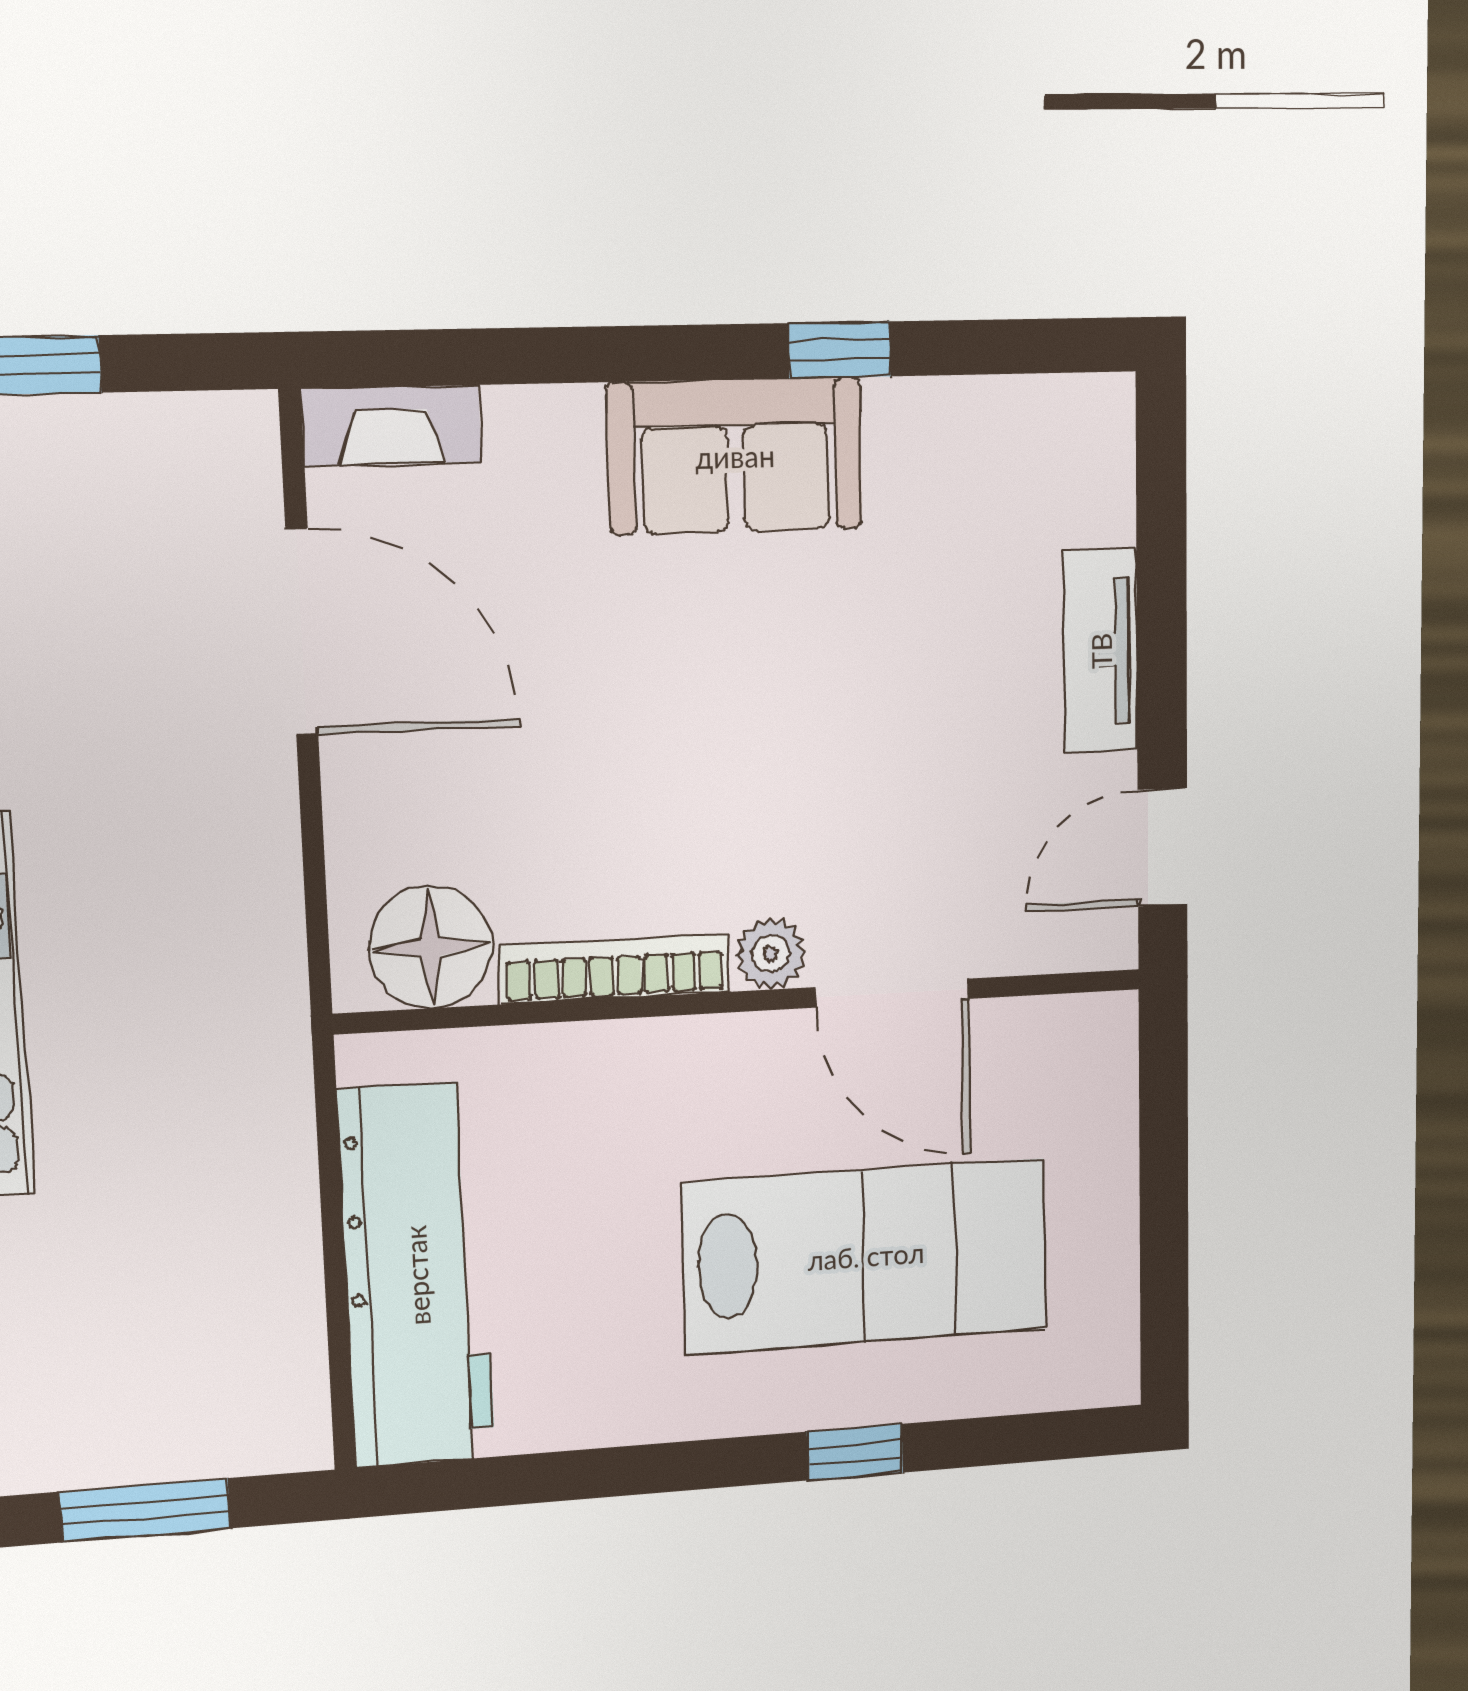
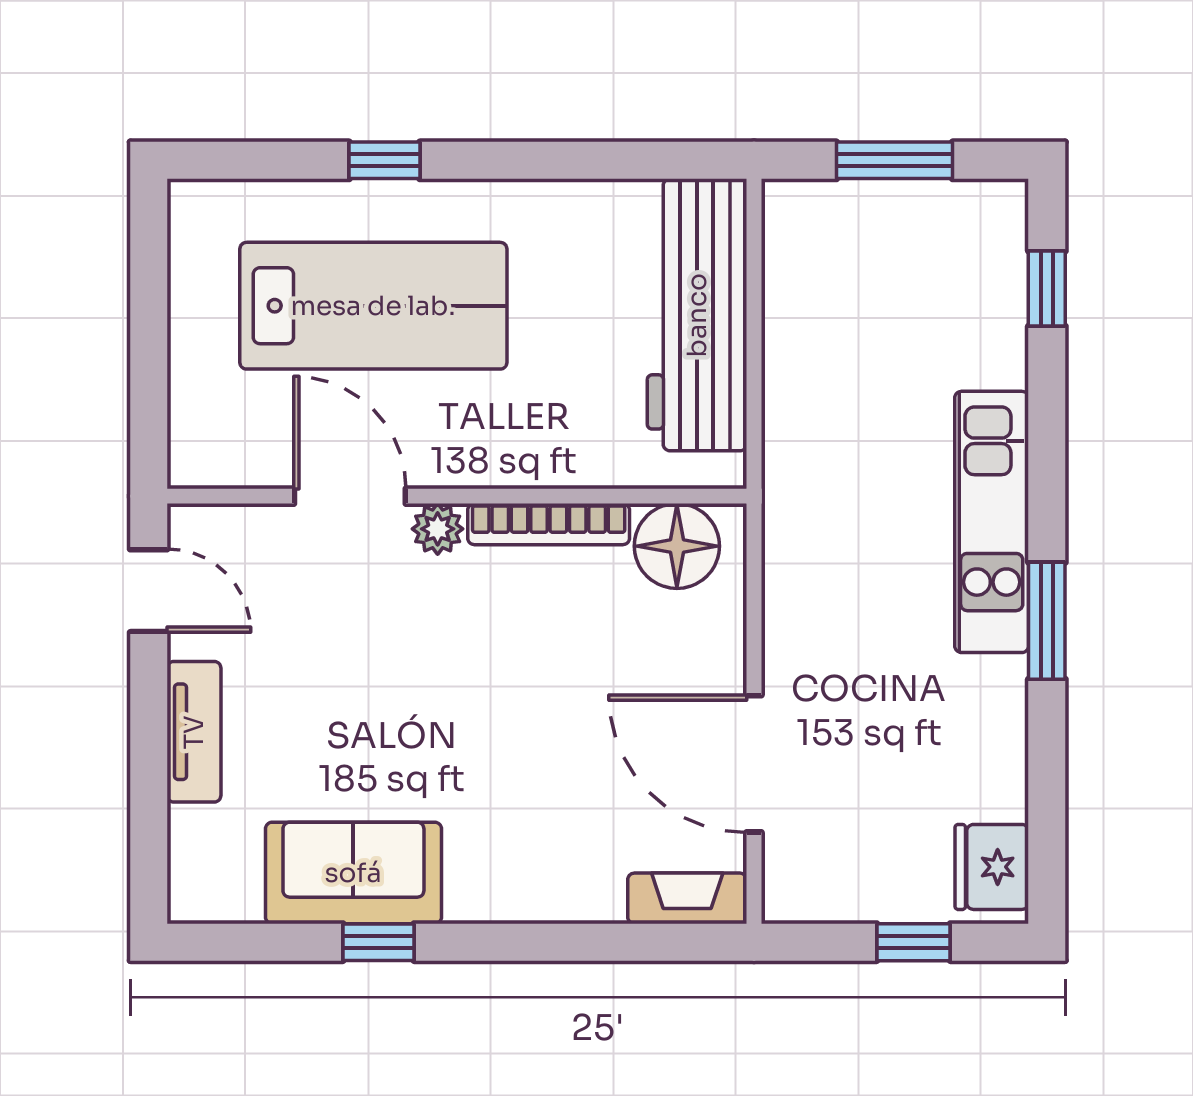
sofa: (735, 456) -> (353, 873), moved
door: (1163, 847) -> (149, 591), hinge flipped
lab bench: (866, 1256) -> (373, 306), turned 180

